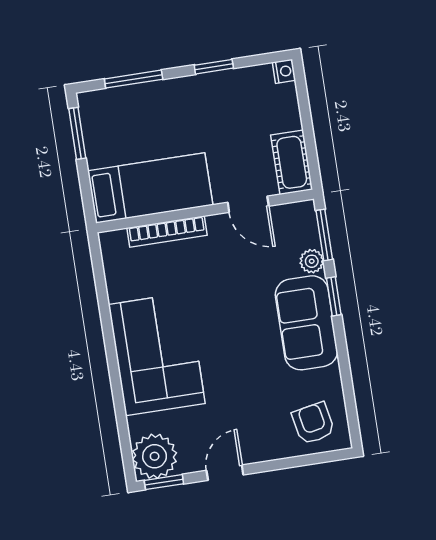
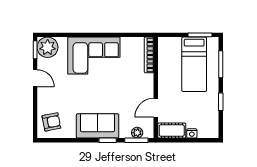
nightstand: (284, 71) -> (192, 133), moved
bed: (150, 188) -> (194, 64), moved
bookcase: (167, 232) -> (149, 55), moved
plant: (312, 261) -> (137, 133), moved

